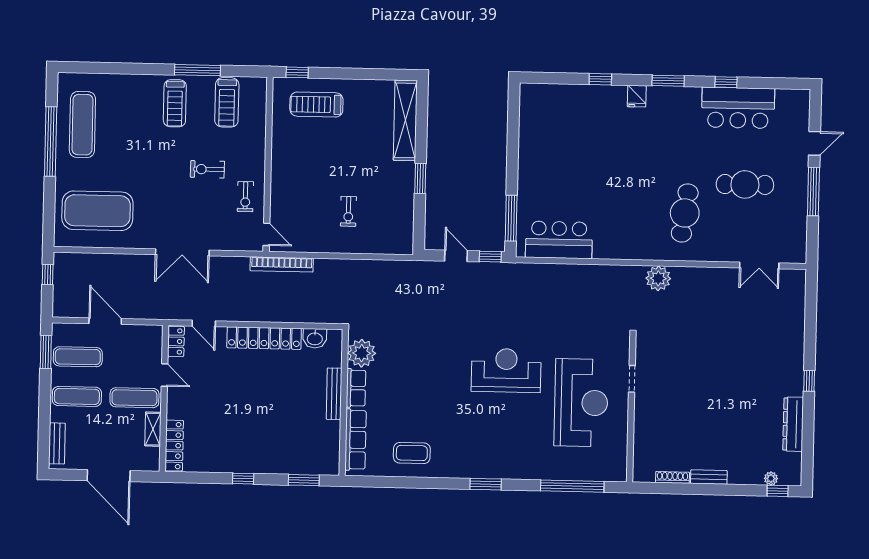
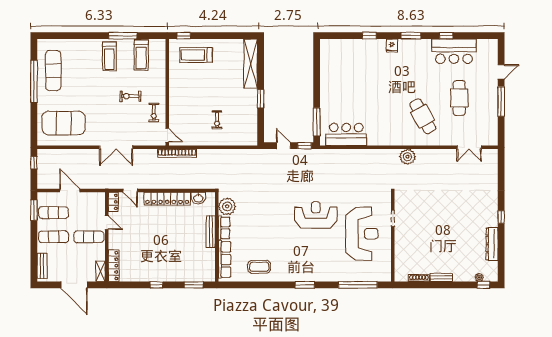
cafe table: (745, 184) -> (459, 98), turned 90
cafe table: (685, 213) -> (423, 116), turned -37
shelving: (153, 429) -> (100, 271), moved

